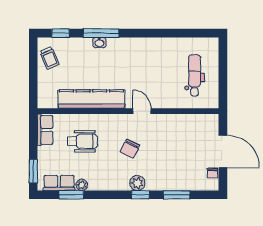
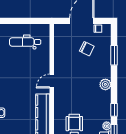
chair: (130, 149) -> (87, 49), moved
window: (140, 195) -> (114, 110), moved

